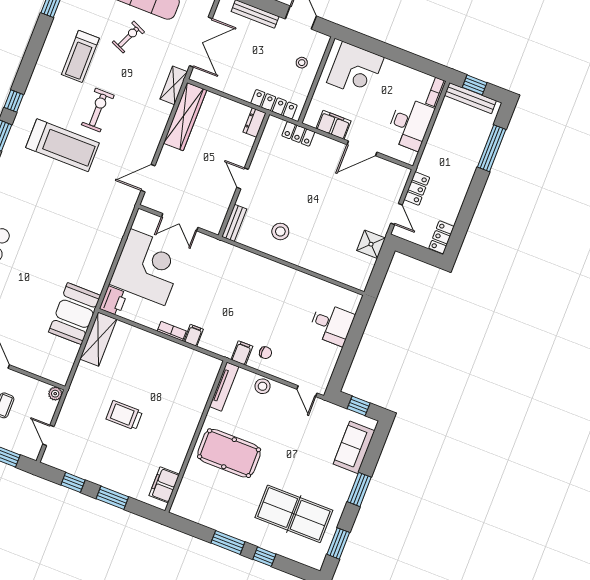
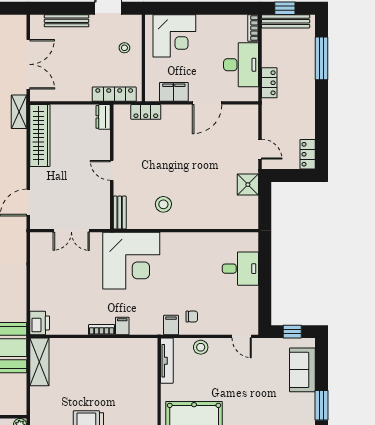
locker: (417, 188) -> (269, 83), moved
corner desk: (147, 267) -> (131, 261), moved, turned 90

